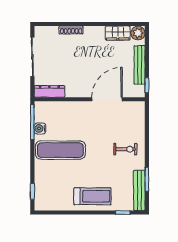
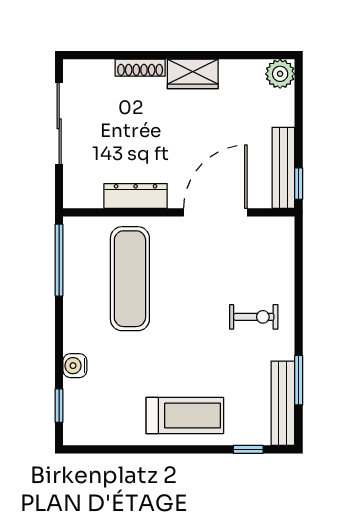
wardrobe: (118, 33) -> (193, 74), moved
bench: (140, 65) -> (283, 168), moved
dresser: (49, 91) -> (136, 196), moved
water cooler: (40, 128) -> (75, 366), moved
exercise mat: (60, 150) -> (130, 279), moved, turned 90

